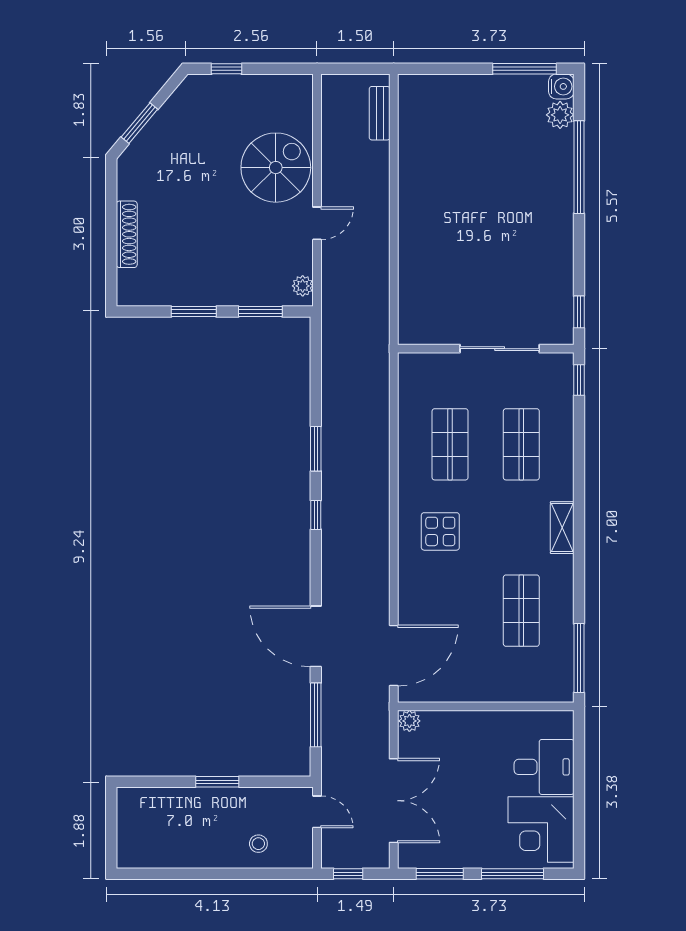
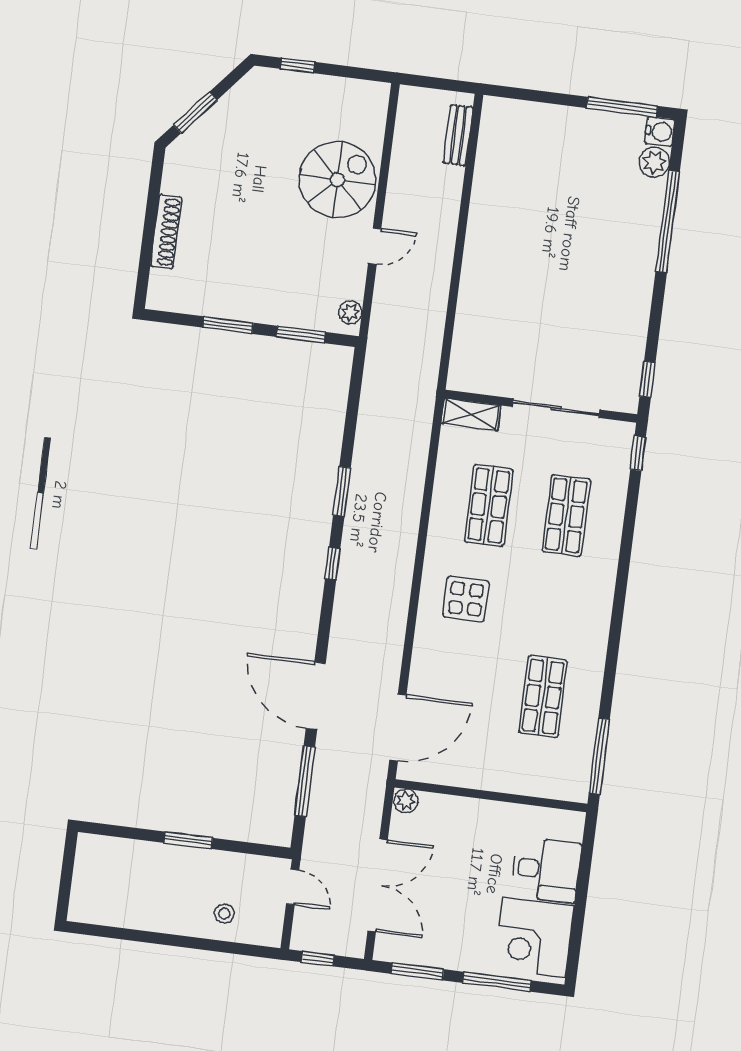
shelving: (562, 528) -> (471, 414), moved, turned 90

